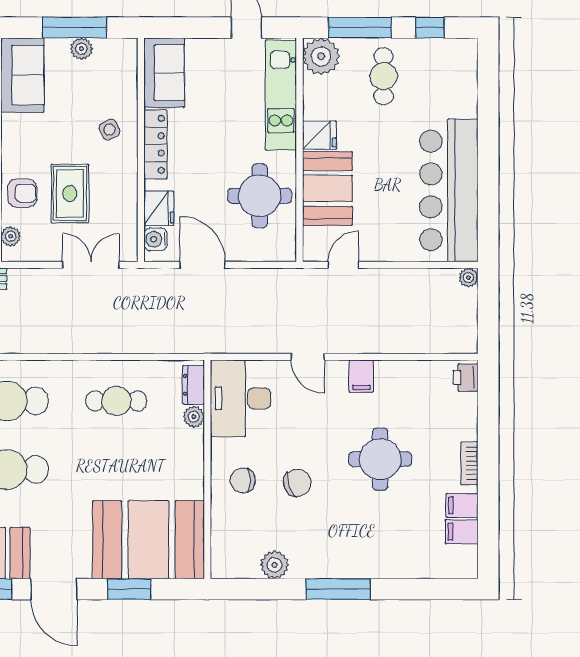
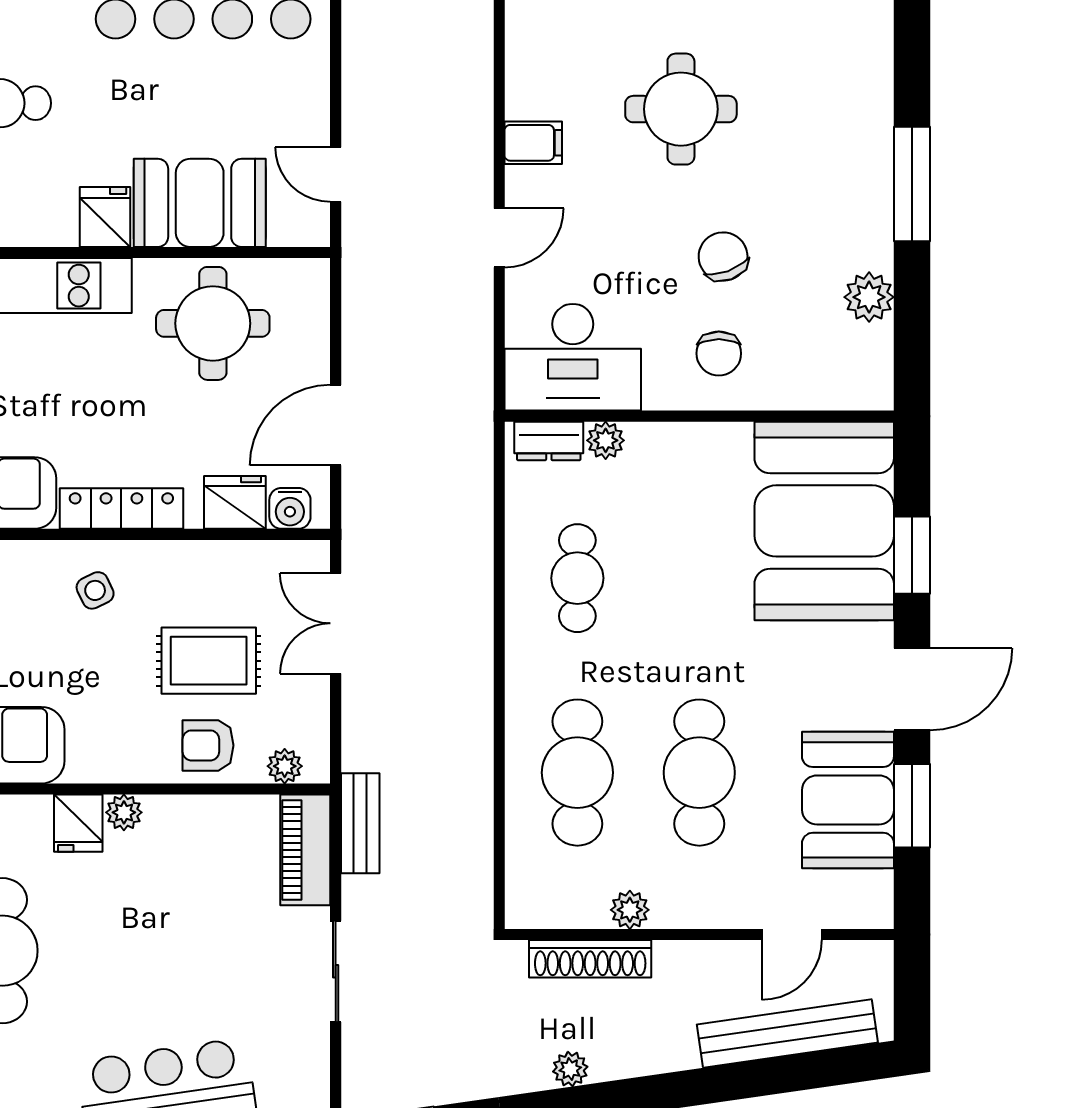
armchair: (22, 193) -> (208, 745), turned -90

